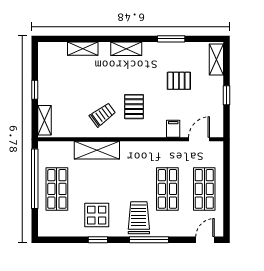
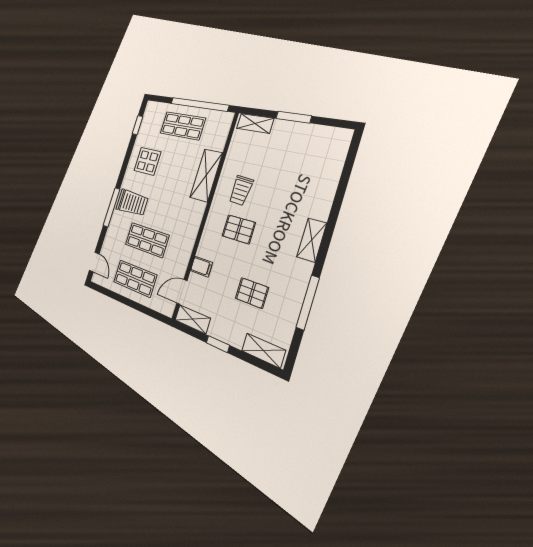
window: (171, 39) -> (308, 303), width x1.44
shelving: (83, 49) -> (193, 319), moved, turned 90
pallet: (179, 81) -> (252, 293), turned 90
window: (35, 90) -> (294, 117), width x1.50
trolley: (103, 115) -> (241, 190), turned 40
door: (199, 139) -> (182, 292), swing flipped
window: (98, 240) -> (137, 125), moved

